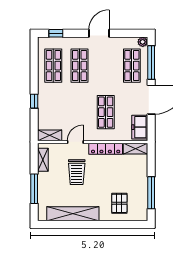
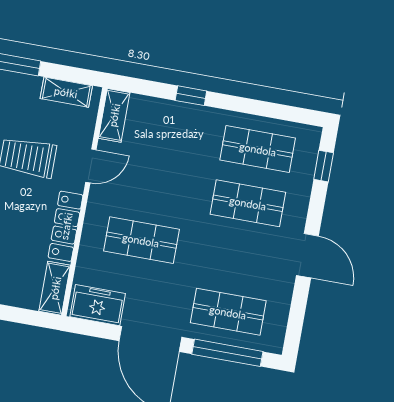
plant: (143, 42) -> (273, 343), removed
door: (75, 142) -> (91, 166), hinge flipped

